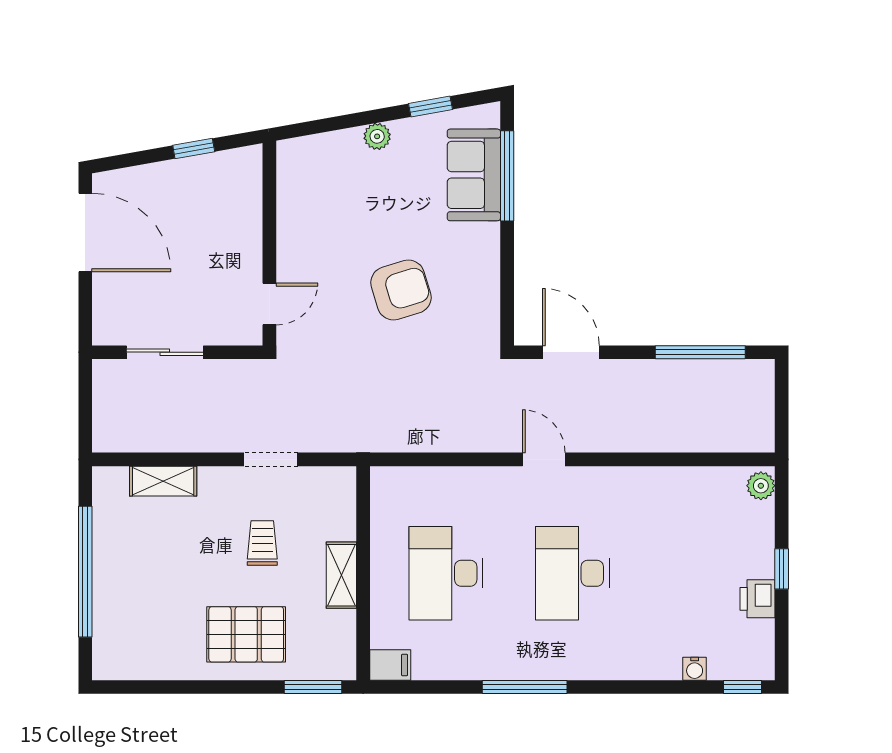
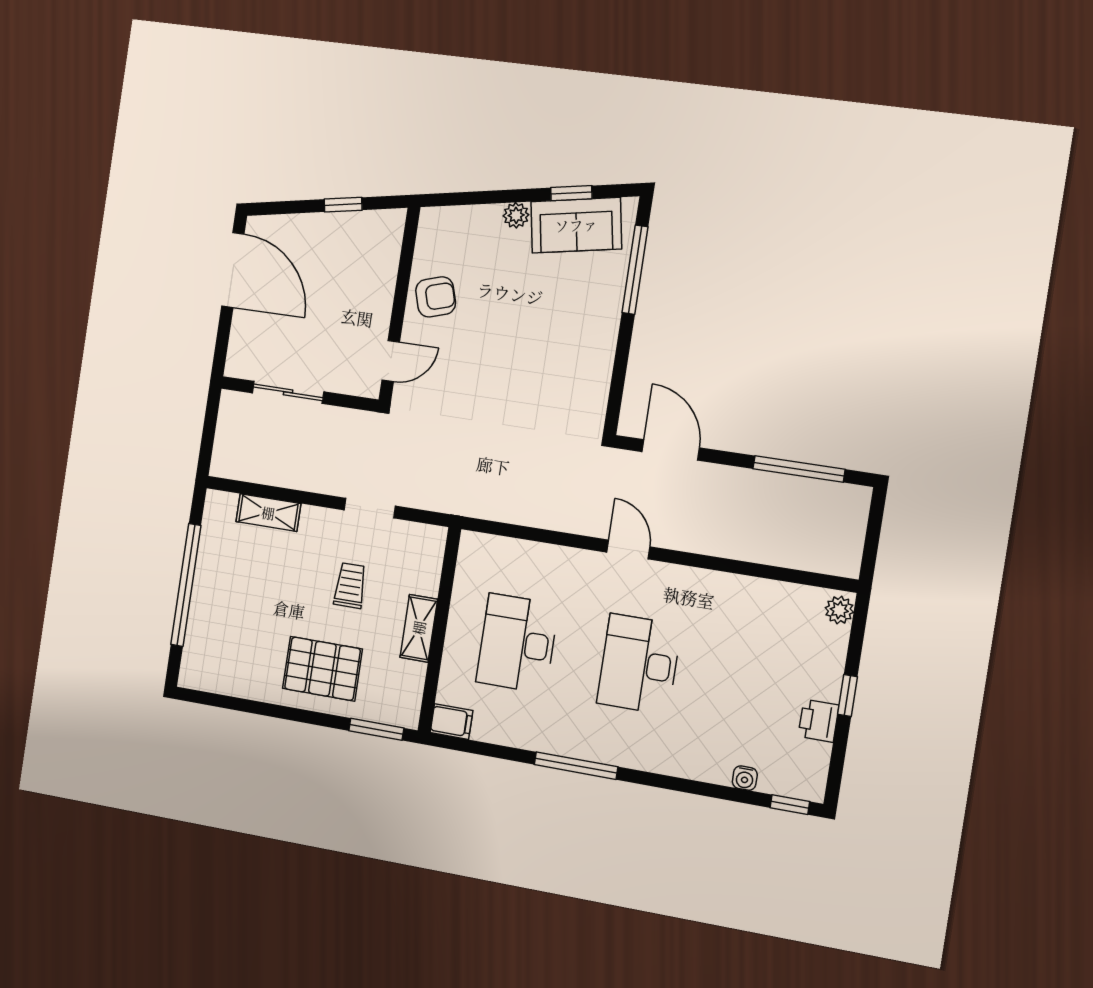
sofa: (474, 175) -> (576, 225), moved, turned -100
armchair: (401, 290) -> (436, 297), moved, width x0.72, depth x0.72

